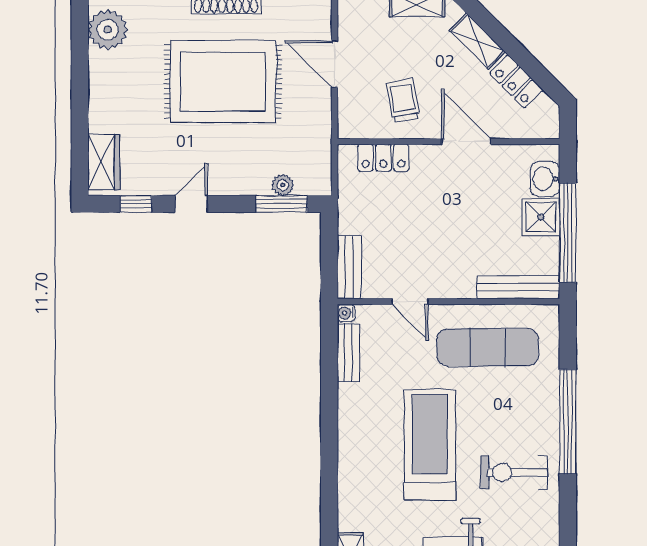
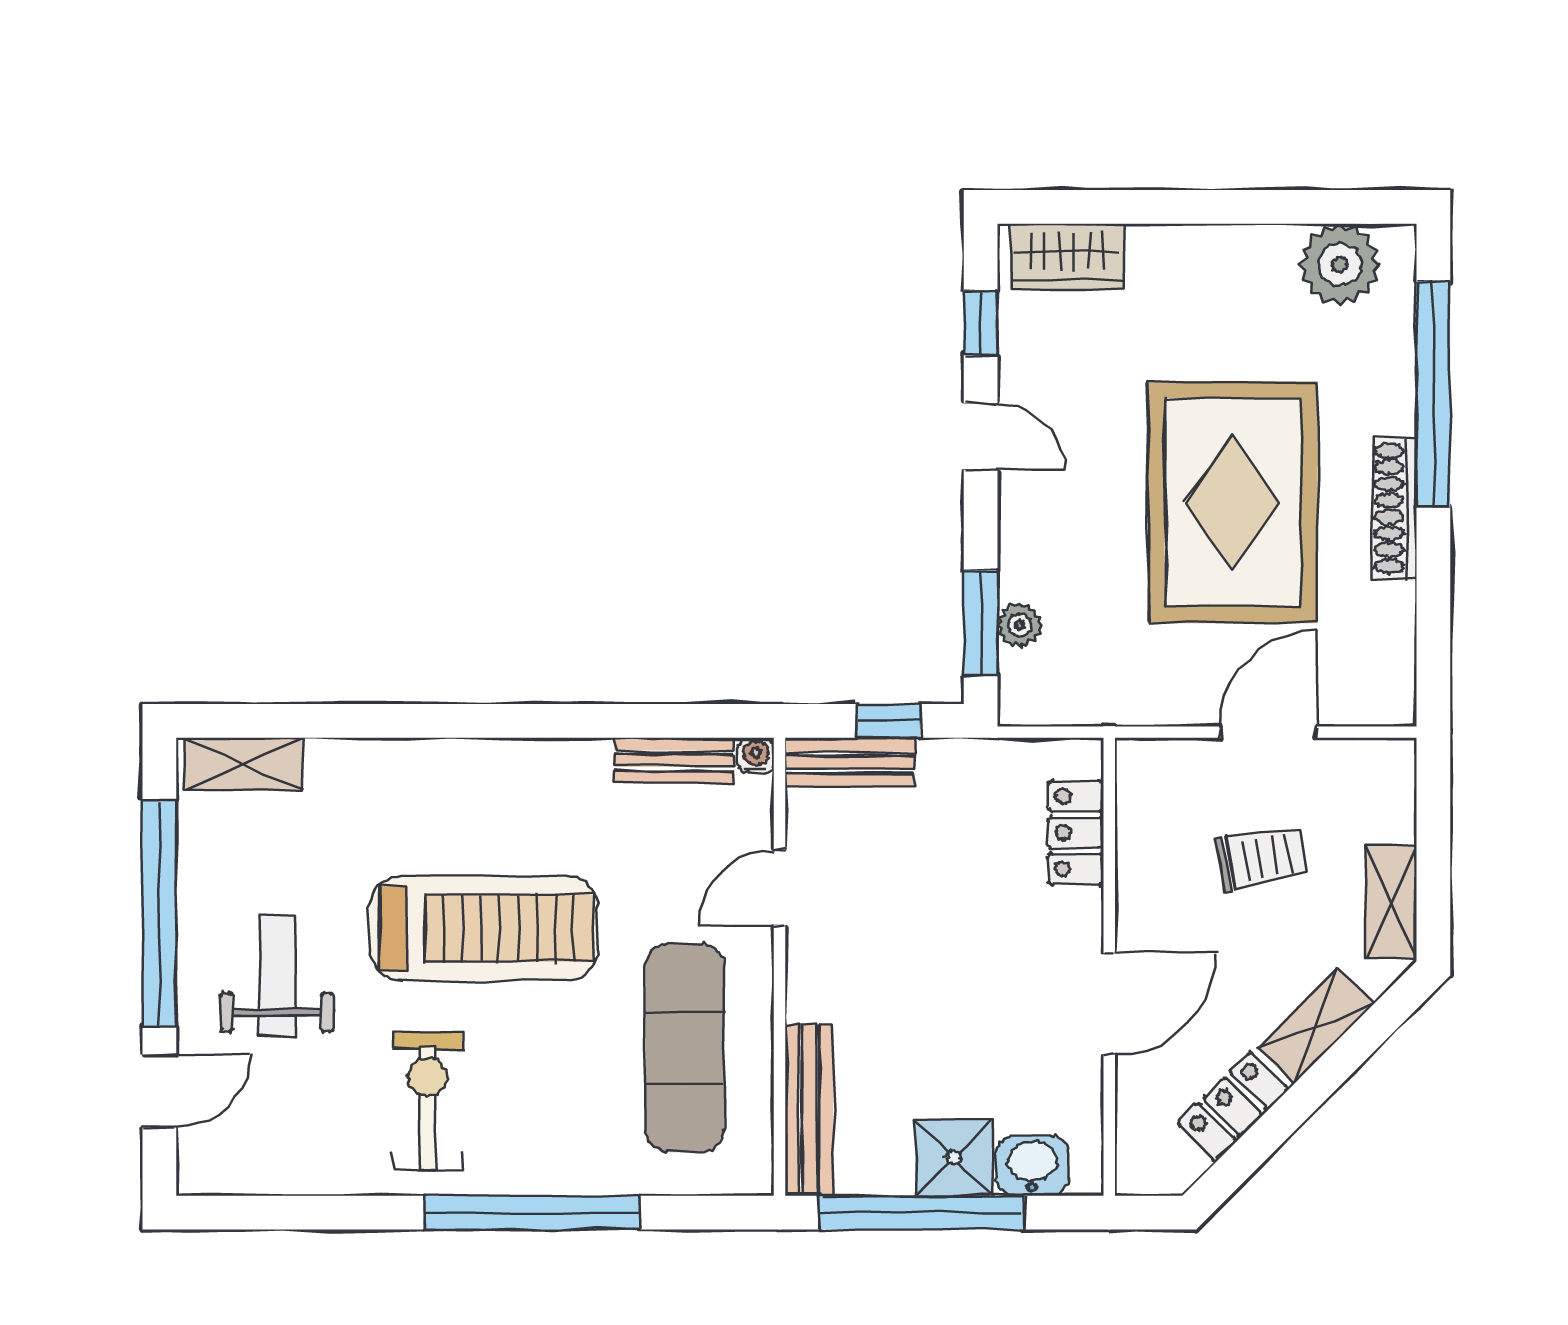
trolley: (403, 101) -> (1261, 858), moved
window: (329, 249) -> (888, 721), added

